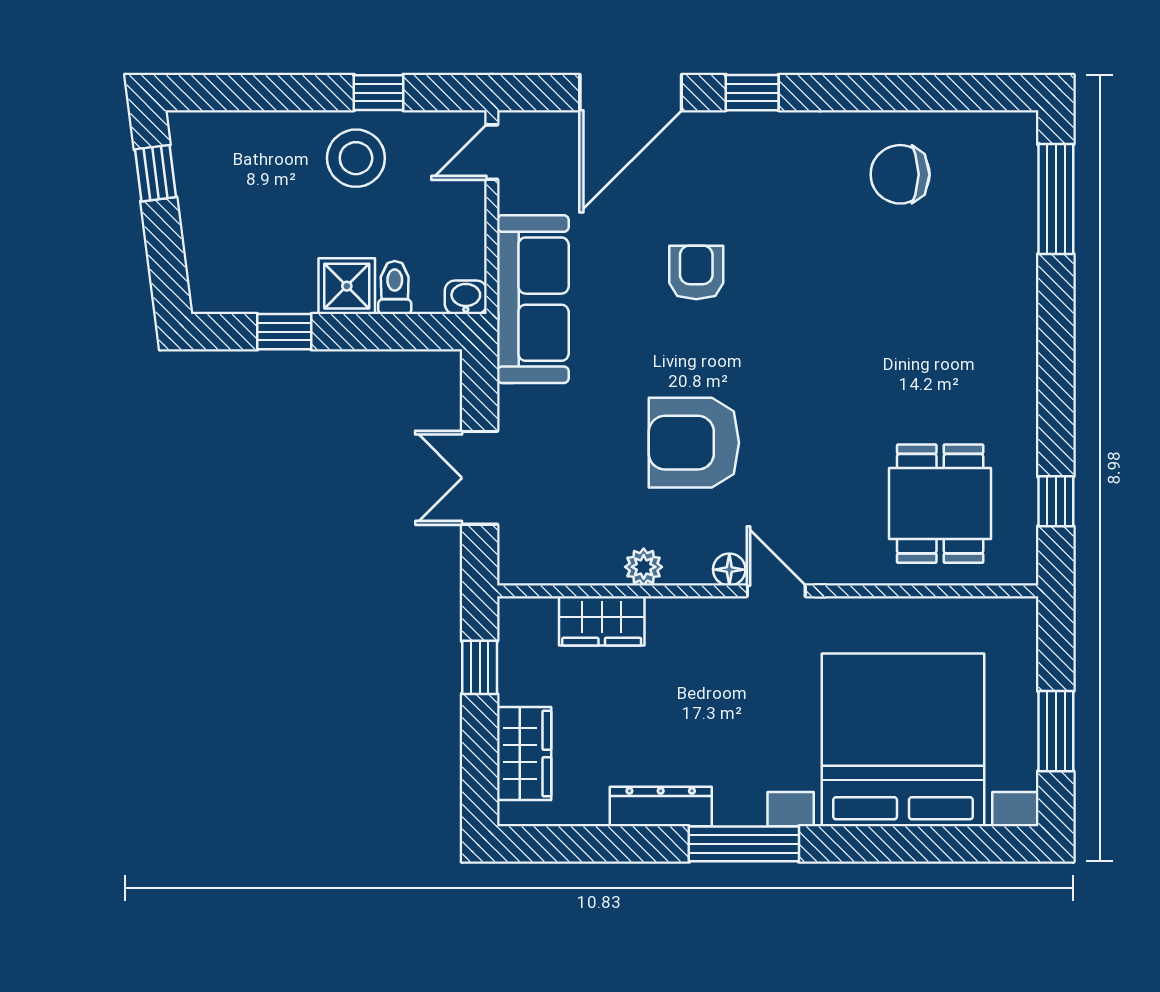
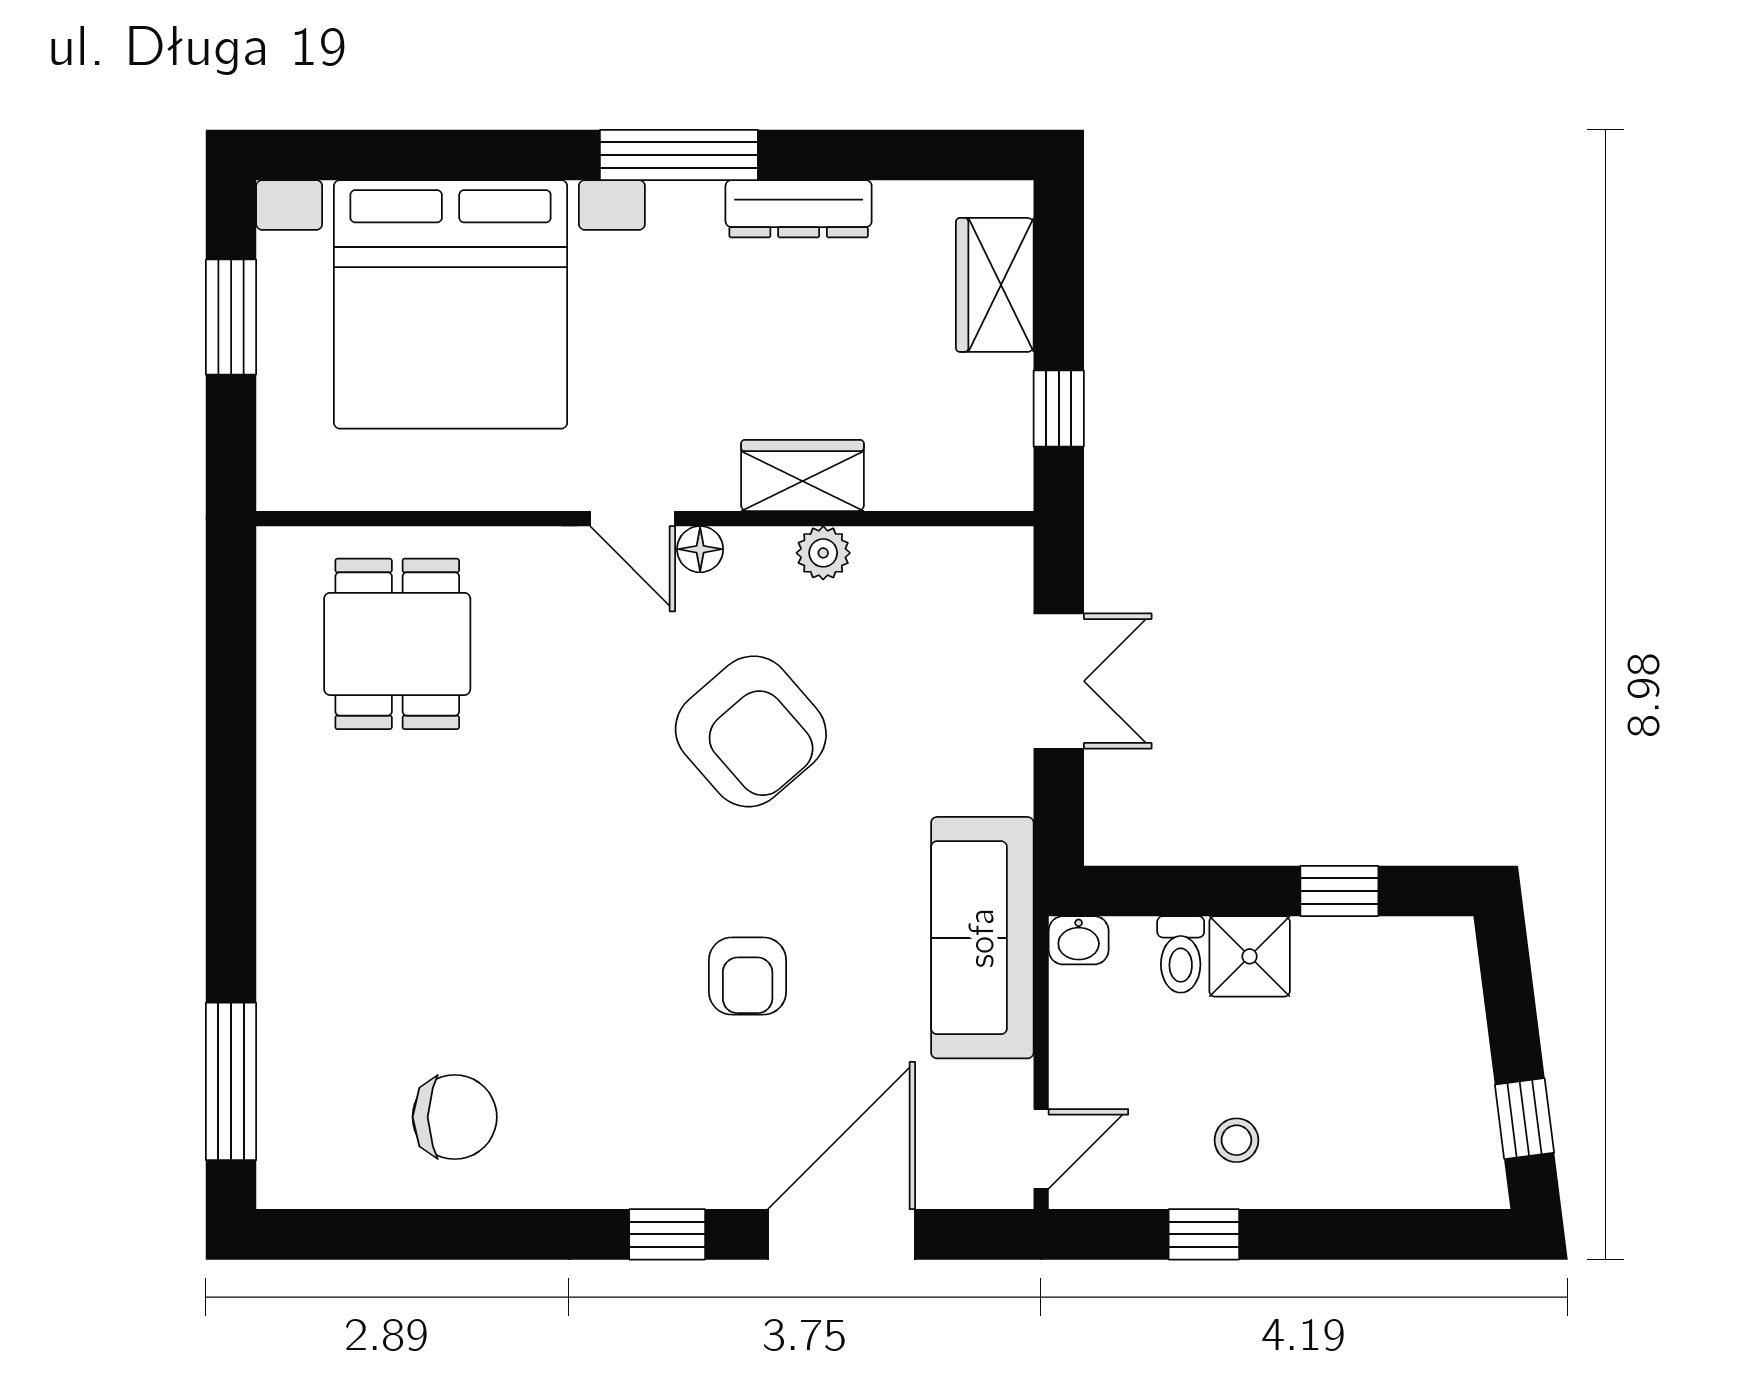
stool: (356, 158) -> (1236, 1140), width x0.53, depth x0.53
armchair: (694, 443) -> (751, 731), turned 49
window: (1056, 501) -> (231, 647), removed
wardrobe: (602, 621) -> (802, 475), moved

